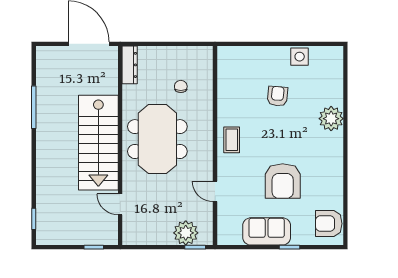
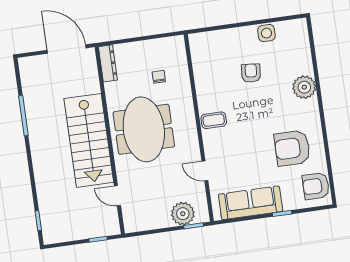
coffee table: (232, 140) -> (214, 120), turned 90
armchair: (283, 181) -> (292, 148), moved, turned 90
sofa: (267, 231) -> (251, 203), width x1.36

